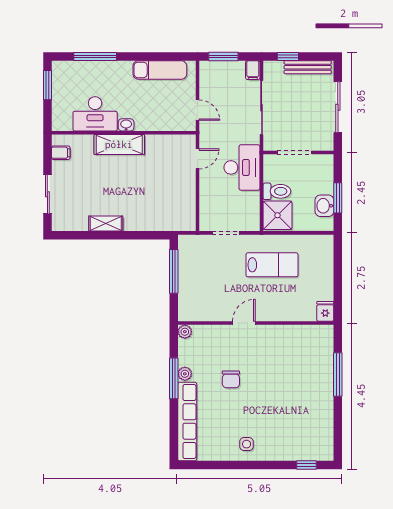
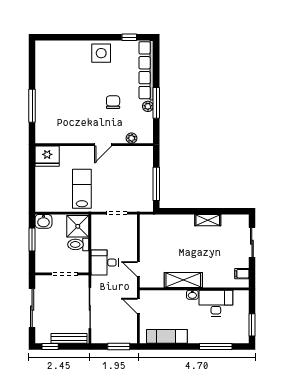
window: (288, 57) -> (50, 347), moved
bench: (308, 67) -> (69, 338), moved
filing cabinet: (253, 70) -> (96, 336), removed
shelving: (119, 144) -> (183, 280), moved
door: (198, 159) -> (138, 269), hinge flipped
desk: (242, 167) -> (105, 263), width x0.73
washbasin: (324, 206) -> (43, 221), moved, turned 90
lab bench: (272, 265) -> (82, 189), turned 90
fridge: (325, 311) -> (47, 156), width x1.88, depth x1.34
plant: (185, 332) -> (132, 138), moved
side table: (247, 444) -> (101, 53), width x1.87, depth x1.87
window: (307, 465) -> (129, 37), moved

